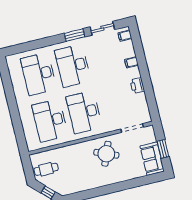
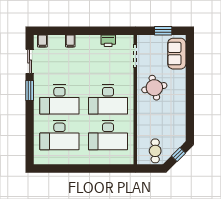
printer: (137, 86) -> (108, 41), moved
round table: (106, 154) -> (154, 88), turned -35
sofa: (152, 159) -> (177, 54), moved, turned 90

